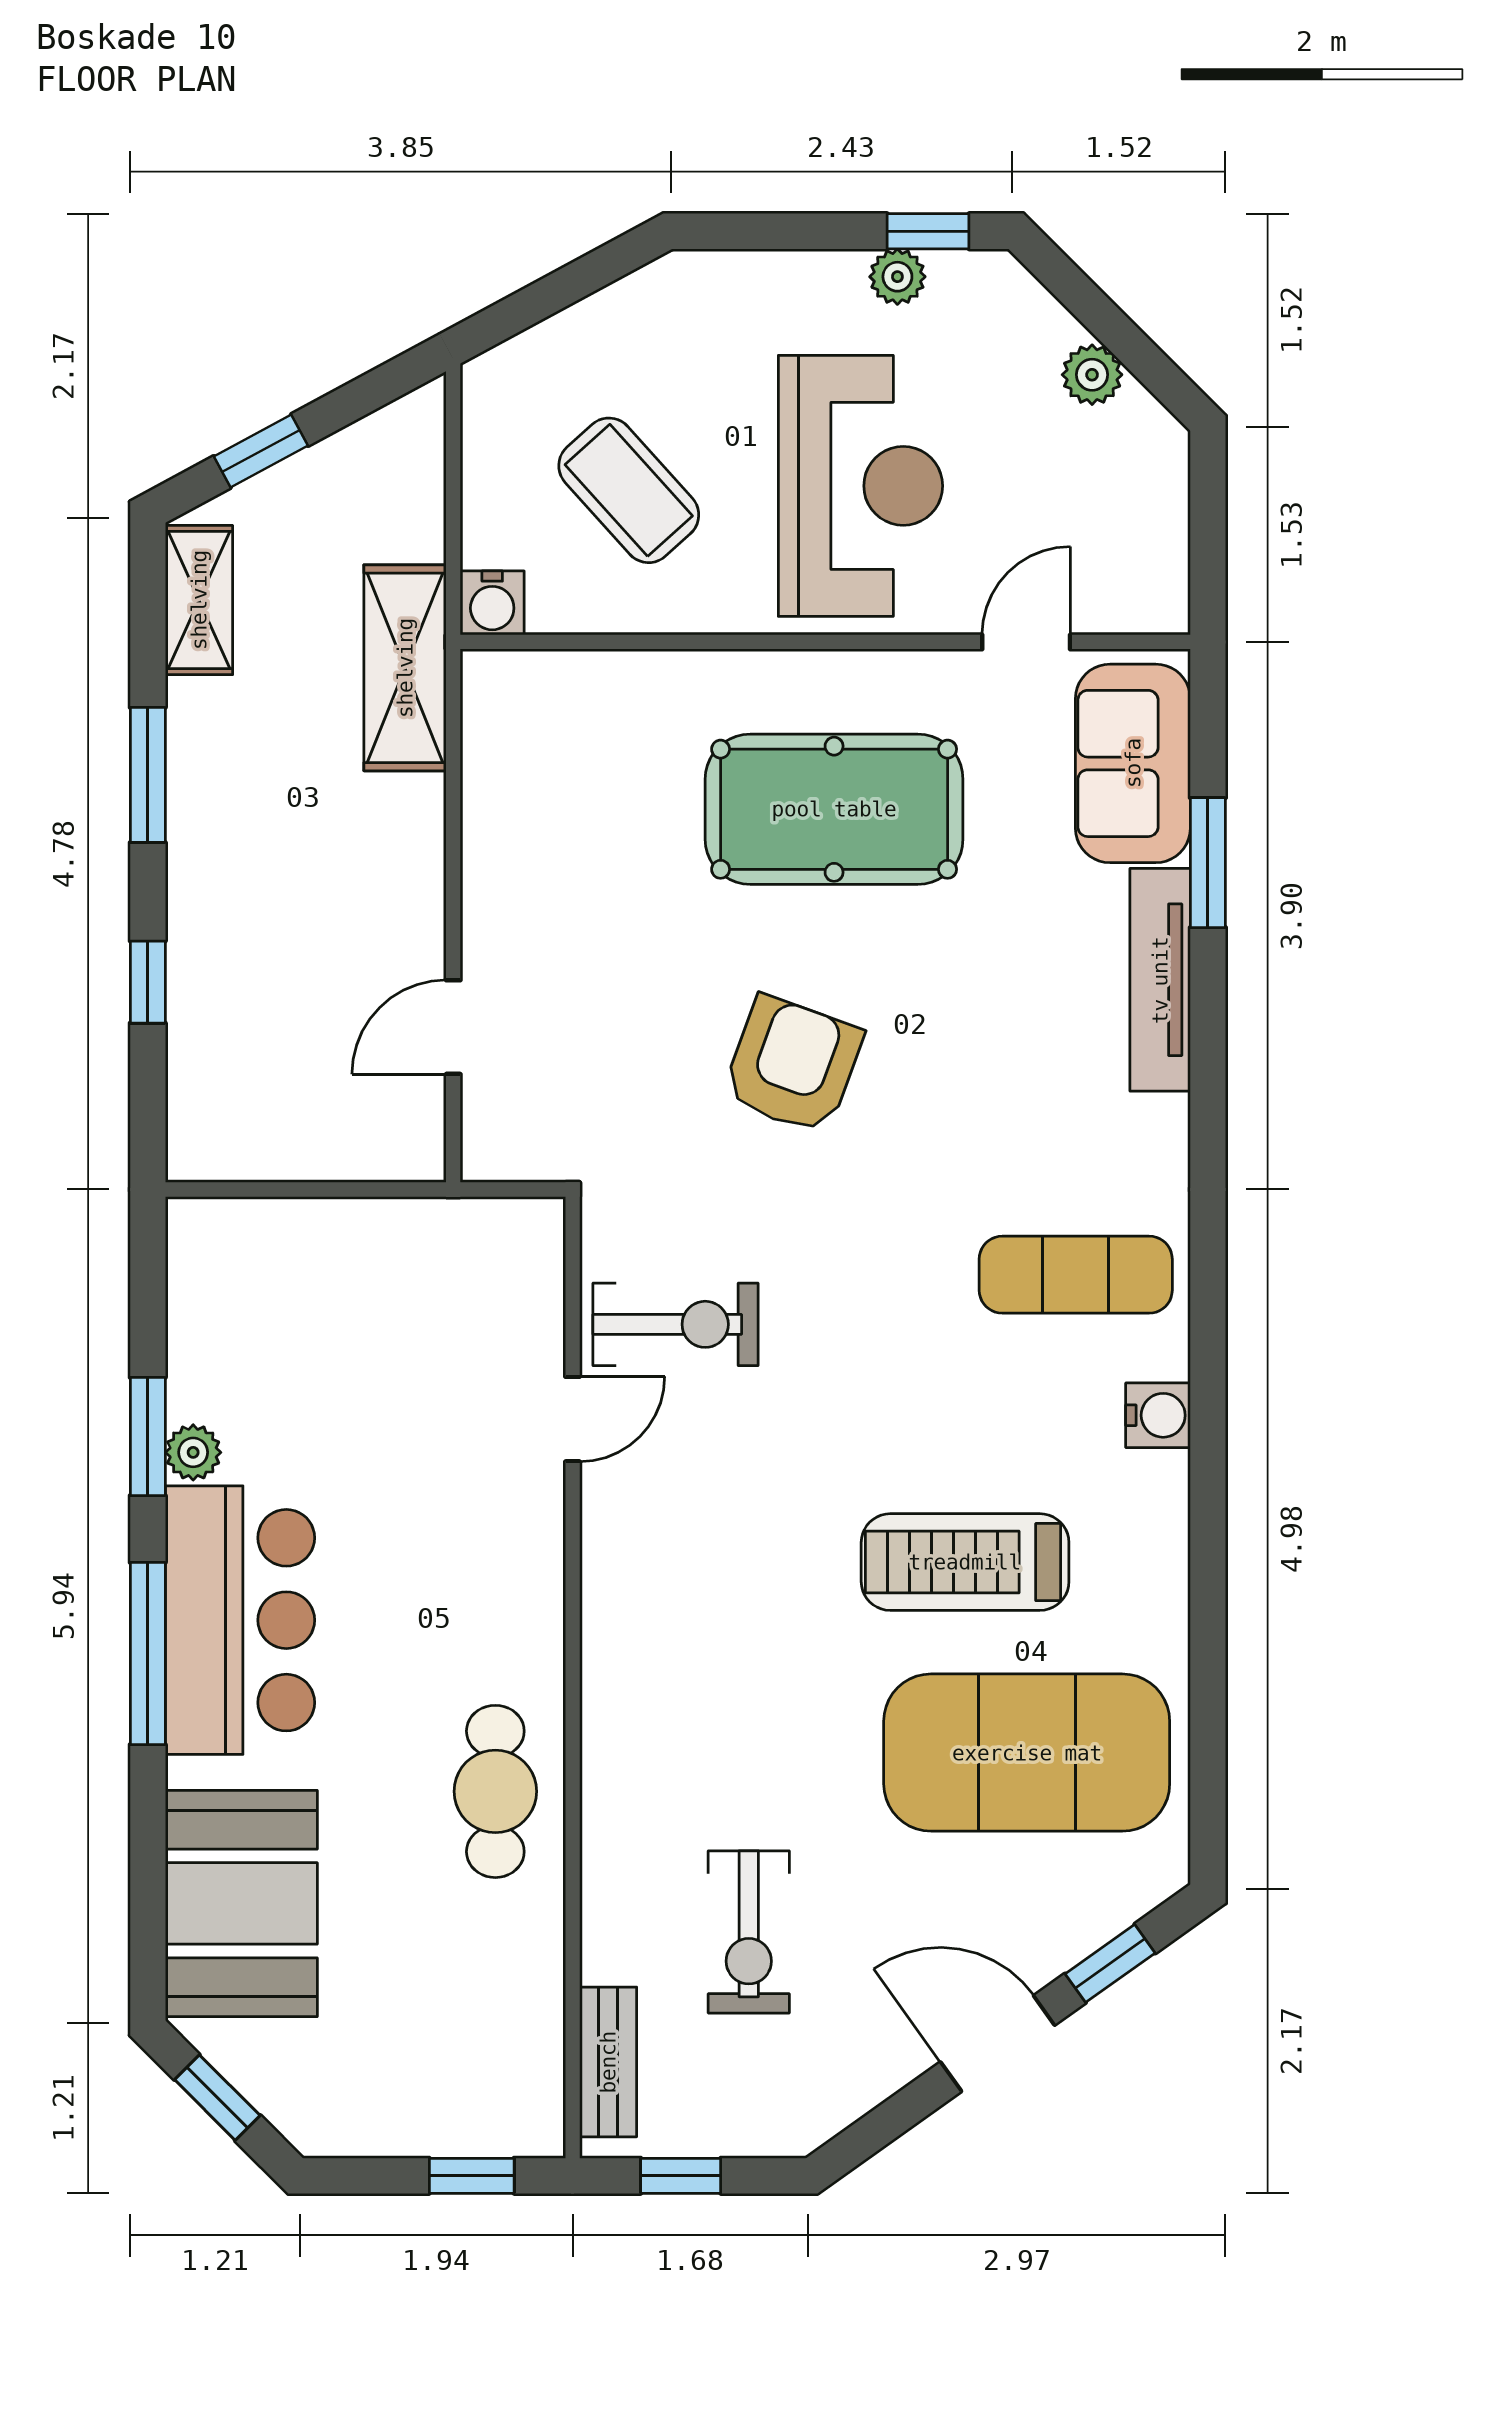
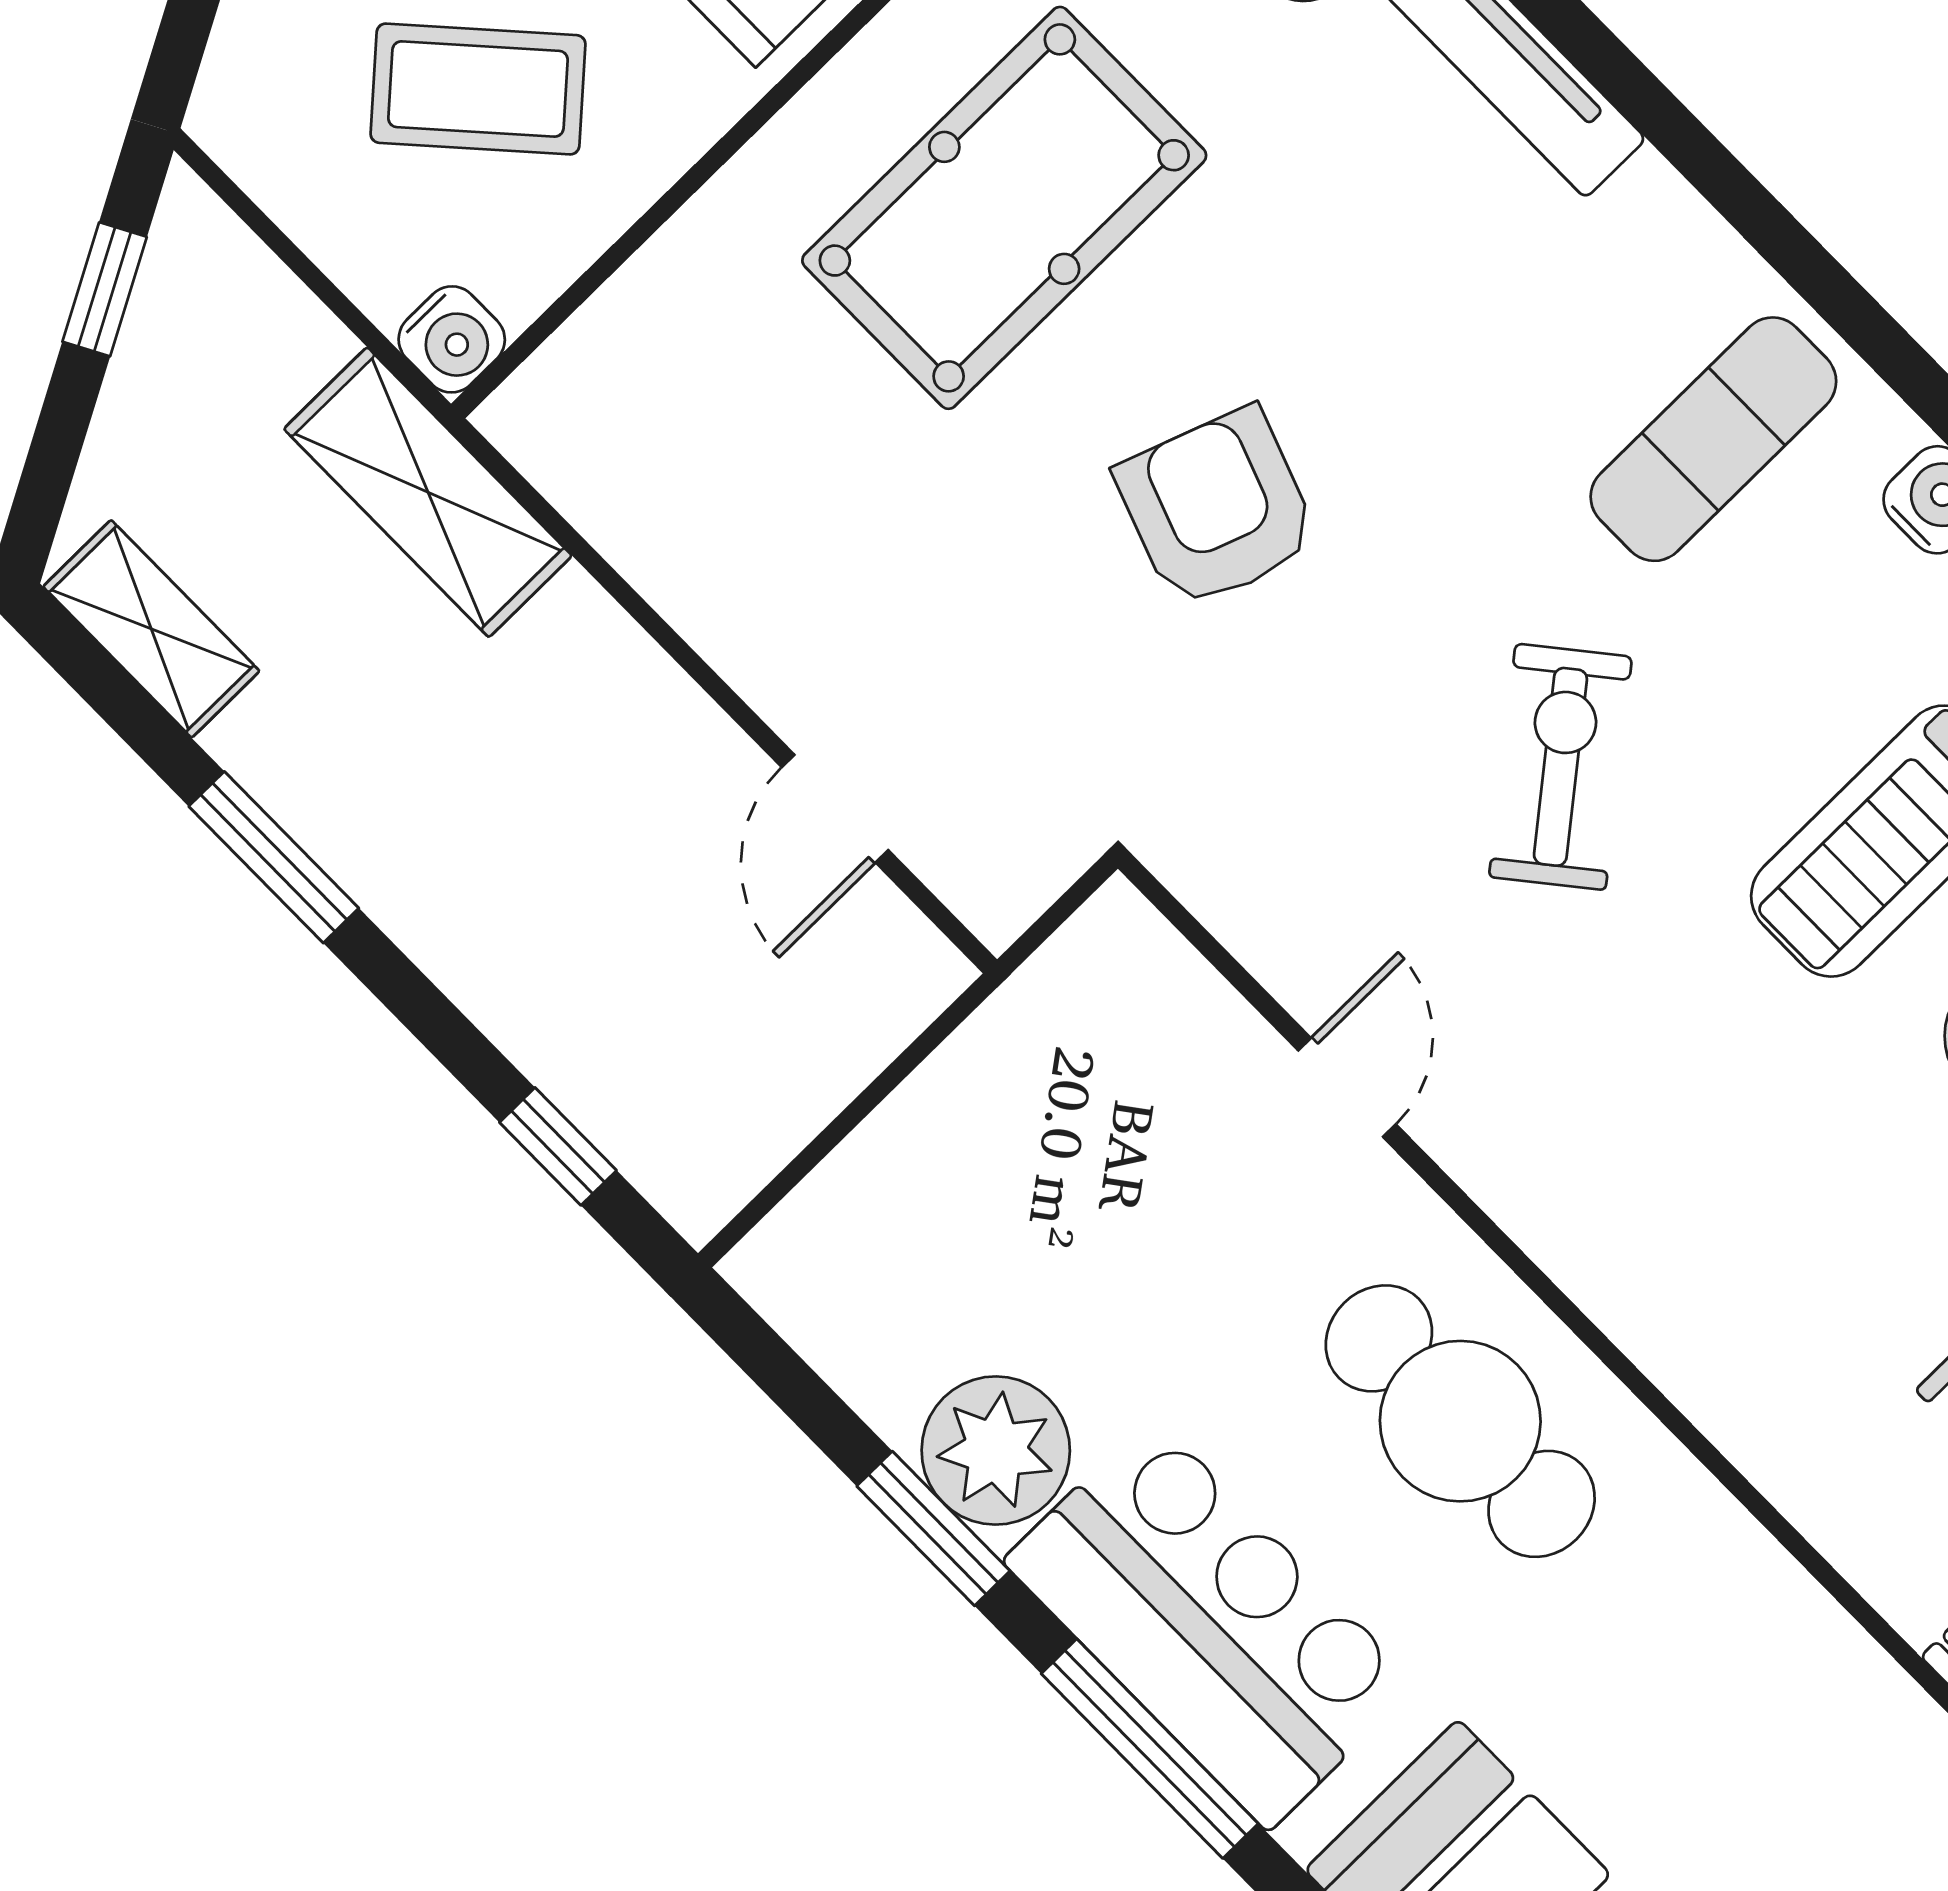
window: (261, 451) -> (105, 289), moved
window: (148, 982) -> (558, 1146), moved
exercise bike: (675, 1324) -> (1560, 767), moved, turned -39
plant: (193, 1452) -> (996, 1450), width x1.87, depth x1.87
cafe table: (495, 1791) -> (1460, 1421), moved, width x1.37, depth x1.35

